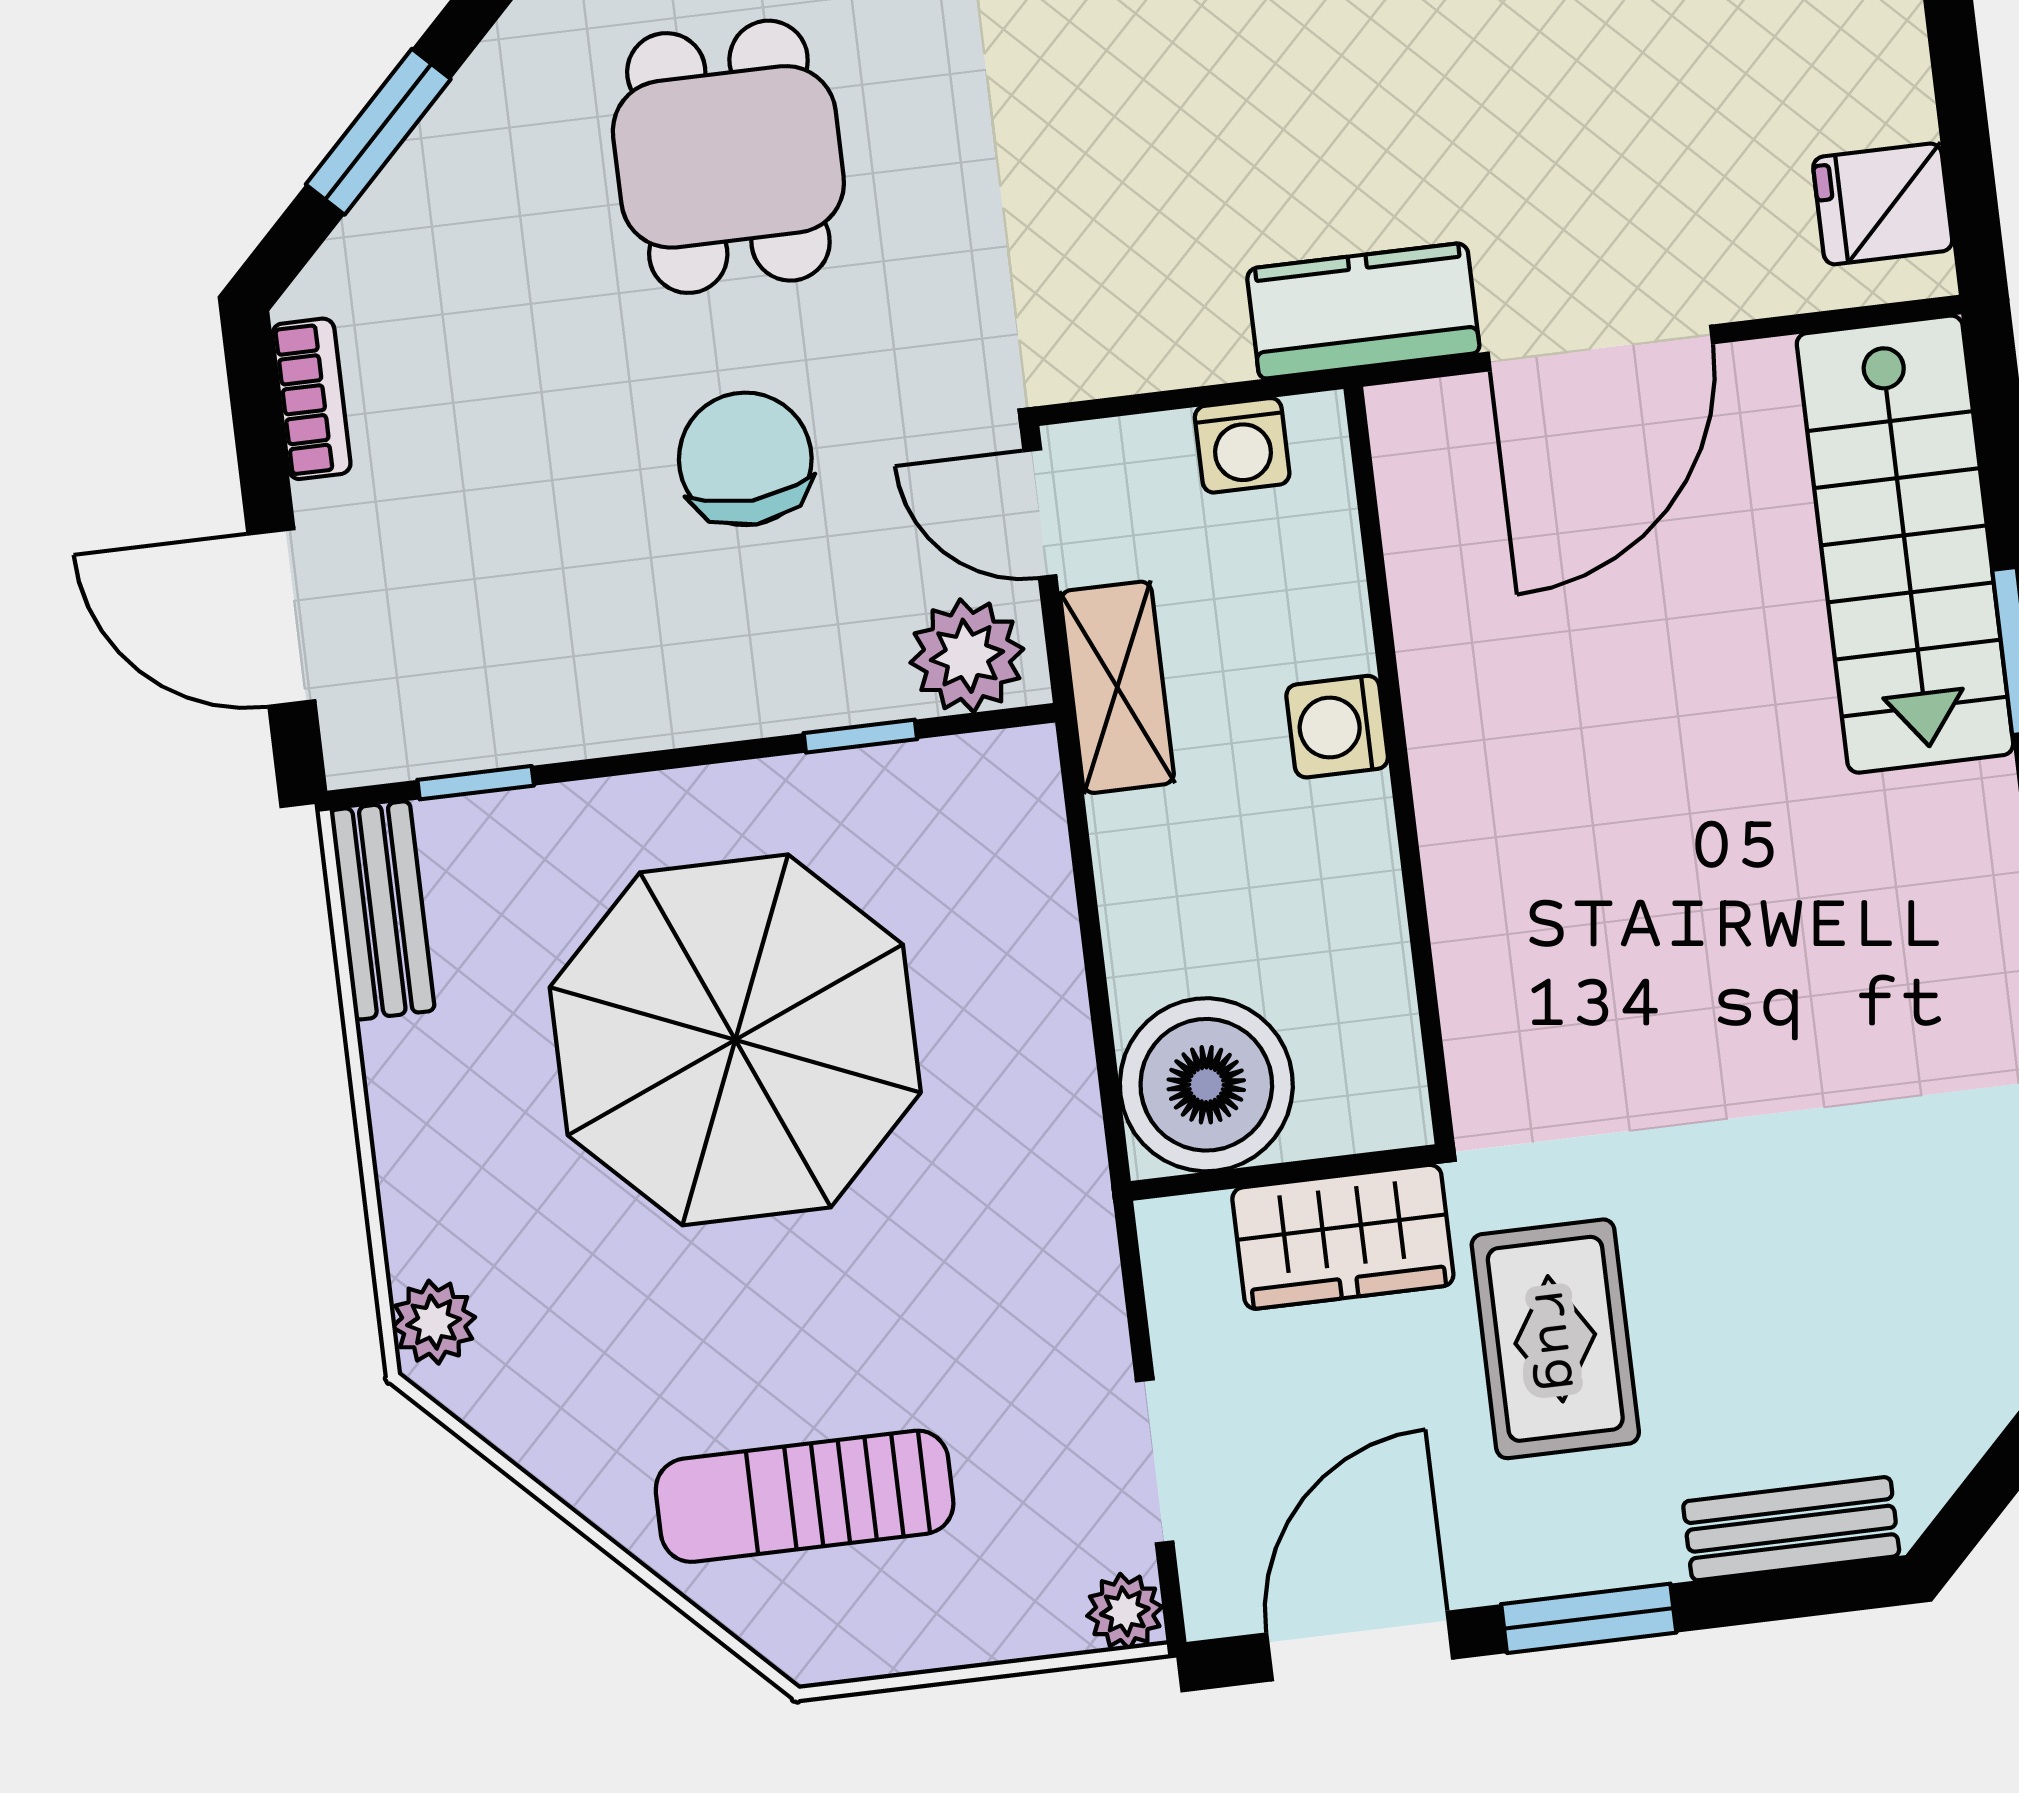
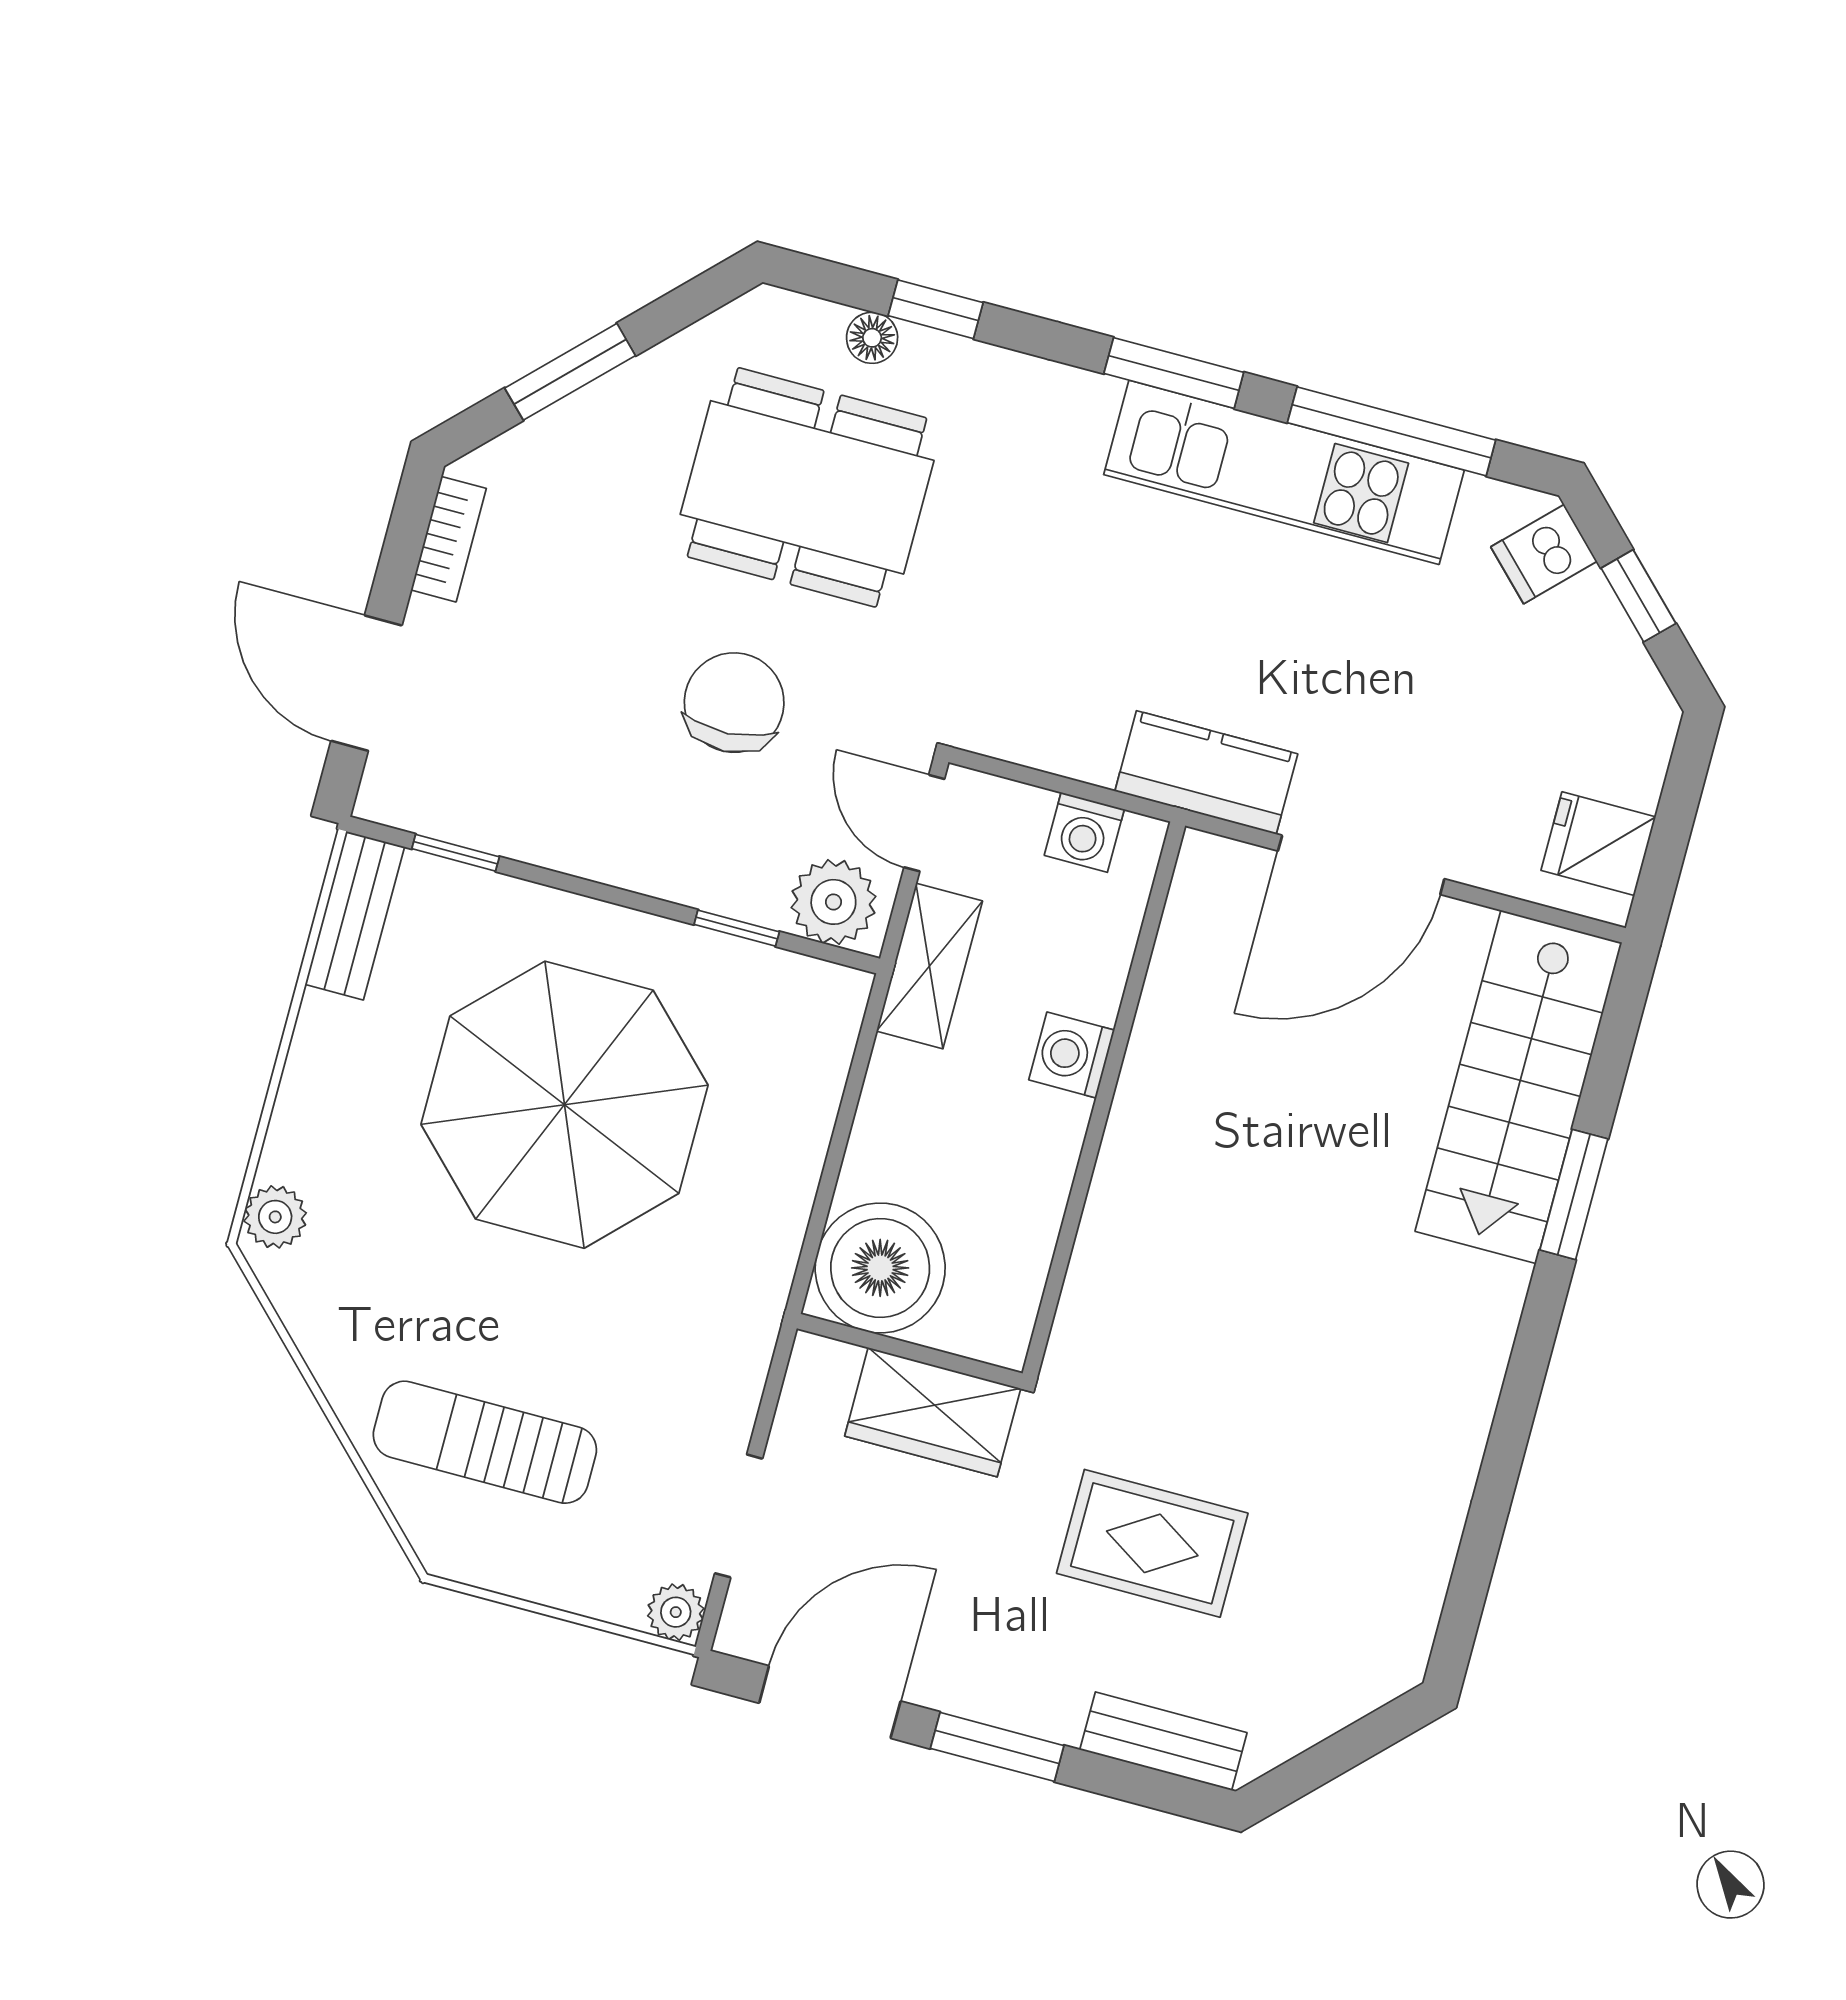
dining table: (728, 157) -> (807, 487), width x1.38
rug: (1555, 1339) -> (1152, 1543), moved, turned 90

